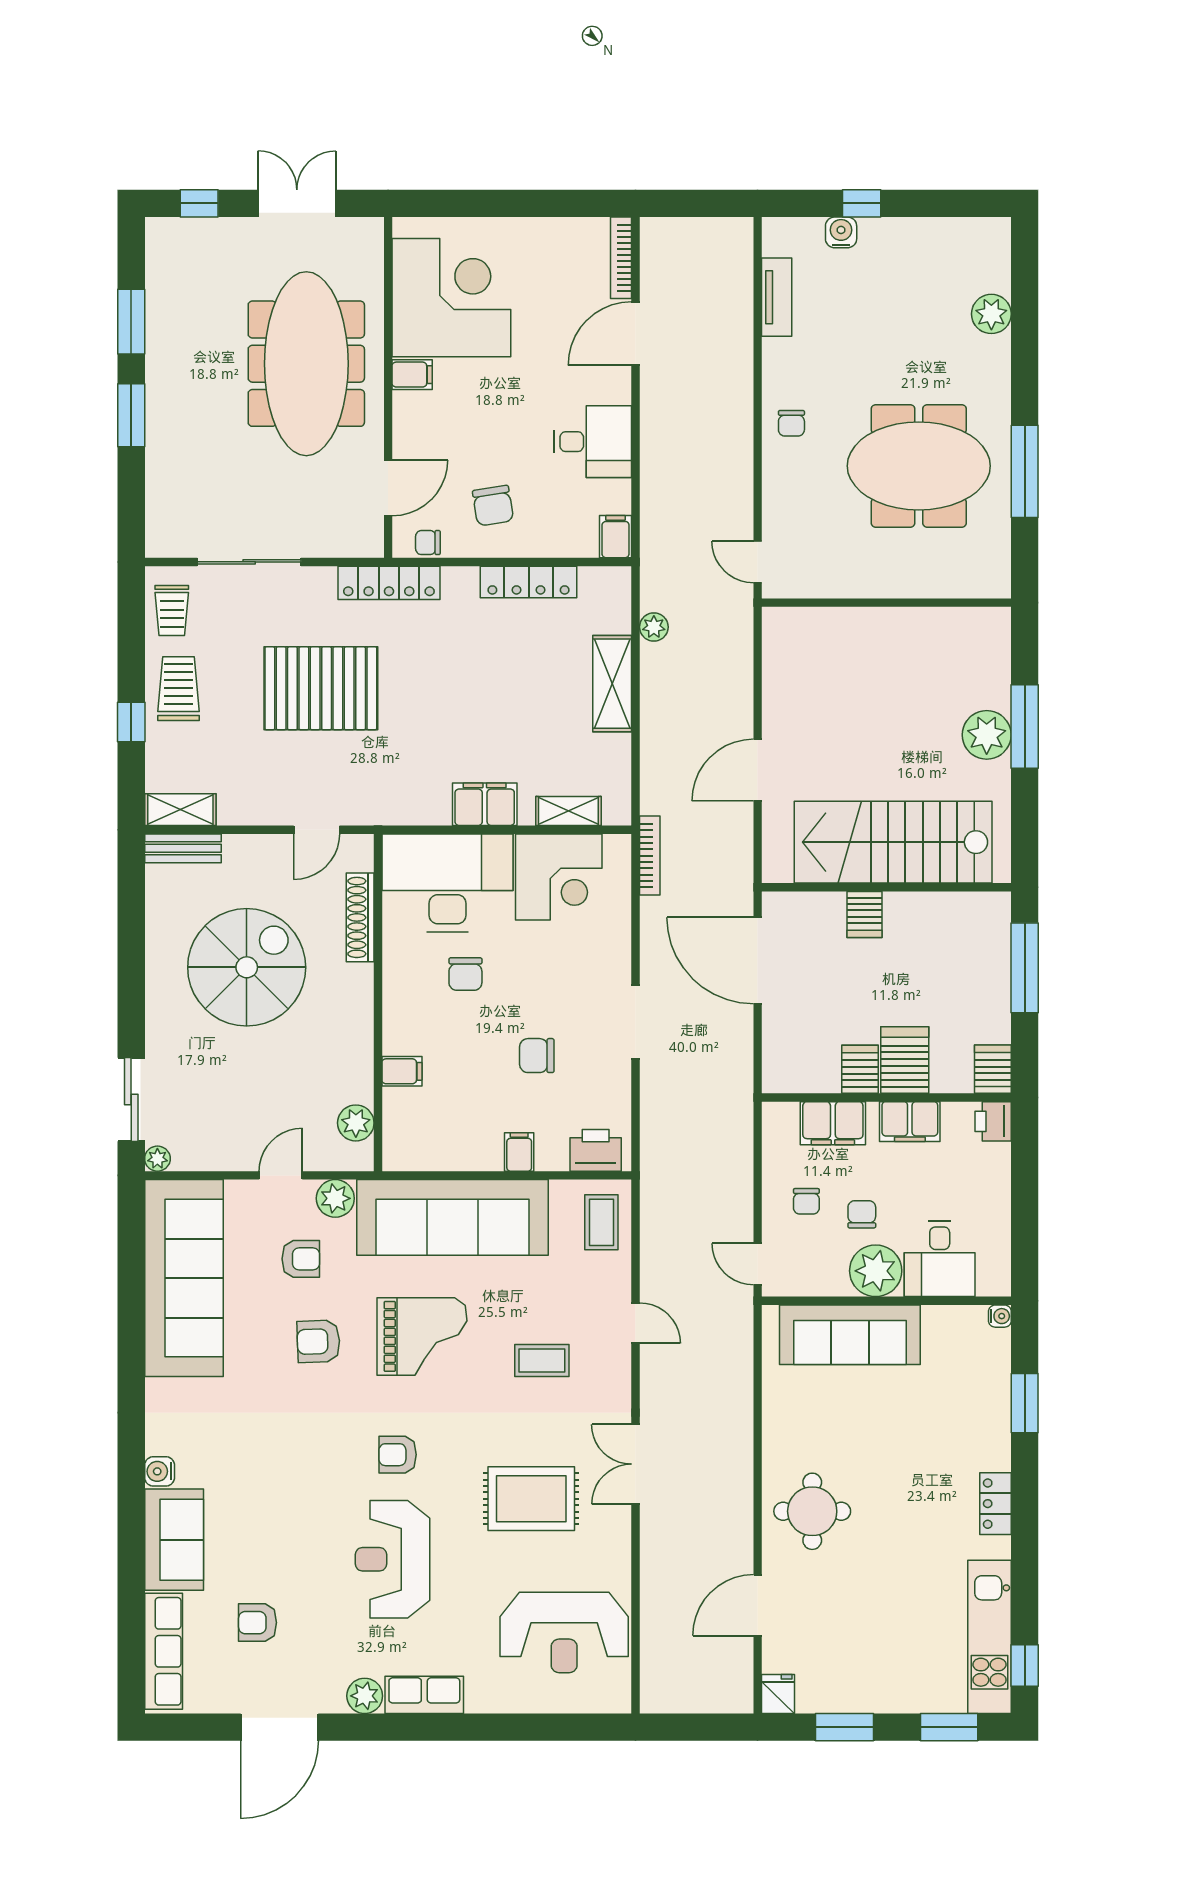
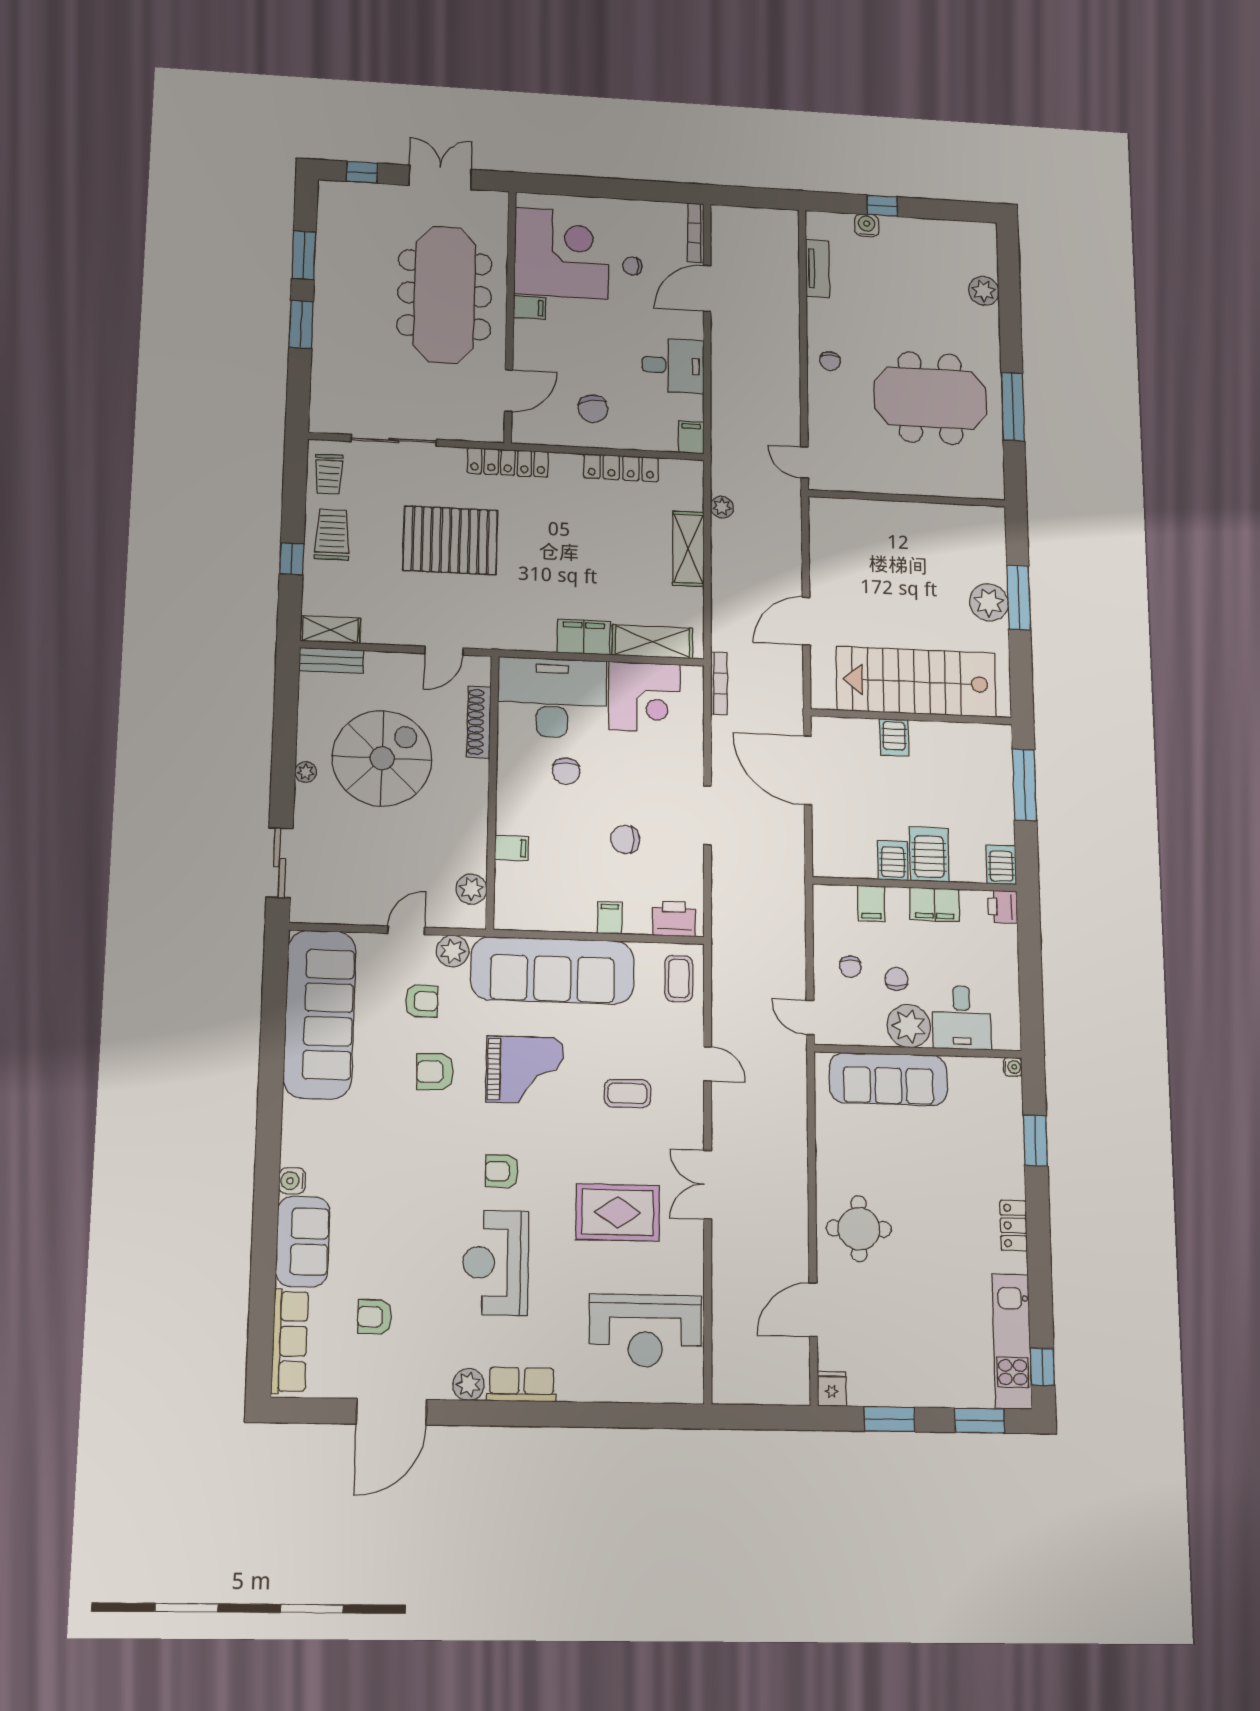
chair: (428, 543) -> (632, 266), moved
shelving: (568, 811) -> (652, 642), width x1.50, depth x1.33
filing cabinet: (833, 1123) -> (871, 903), width x0.50
plant: (157, 1159) -> (306, 772), moved

